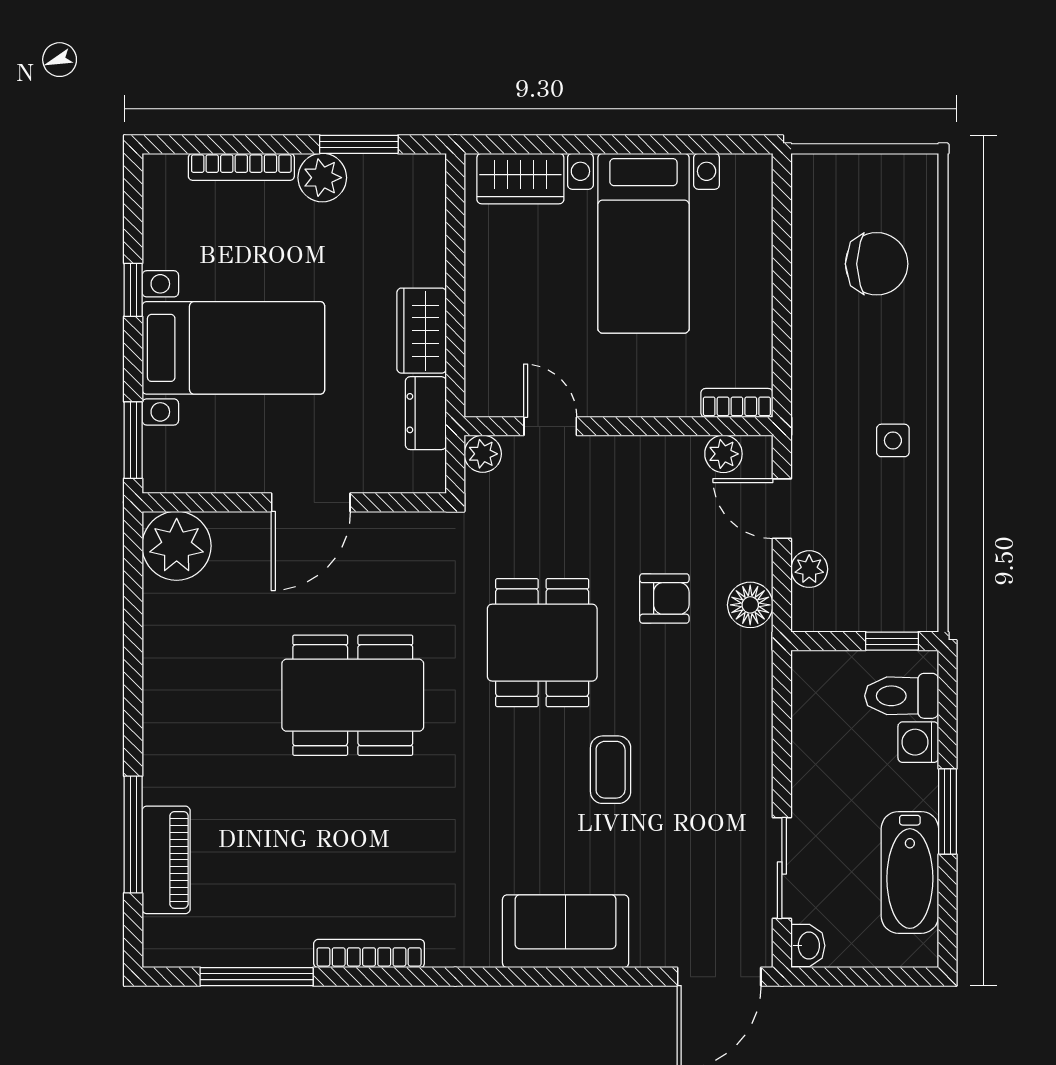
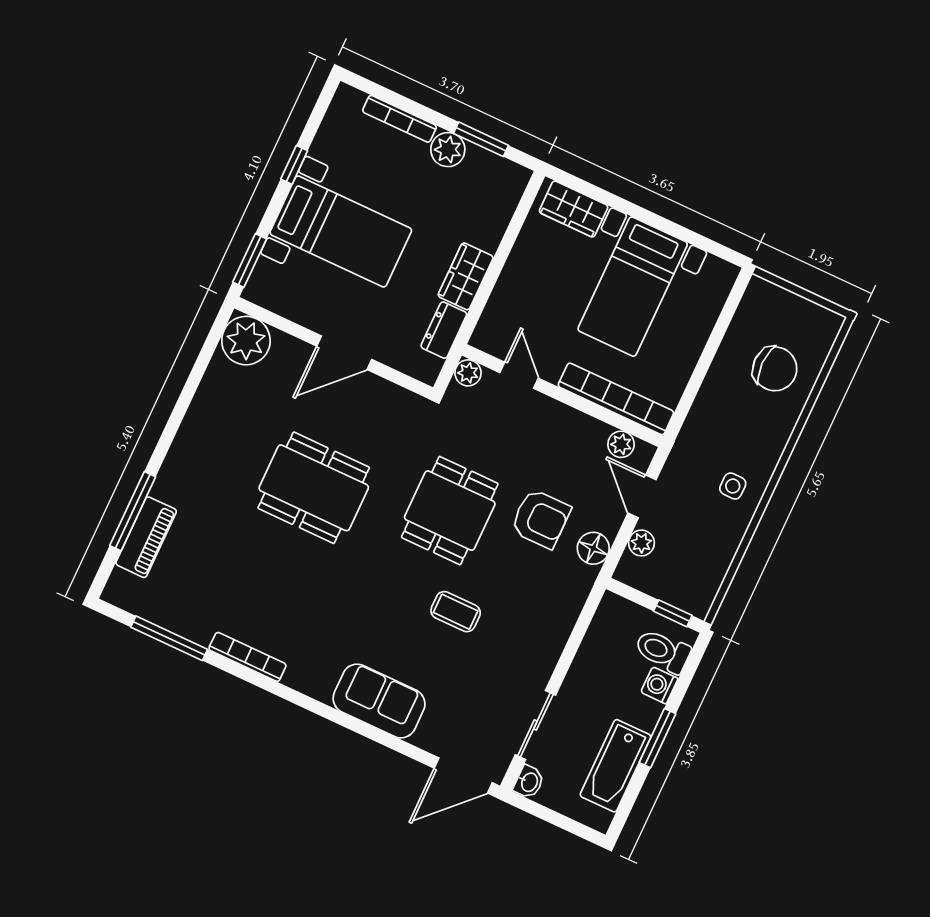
bookcase: (737, 403) -> (616, 399), width x2.31, depth x1.31
armchair: (664, 598) -> (541, 519), width x1.38, depth x1.38
coffee table: (611, 770) -> (456, 612), turned 90

